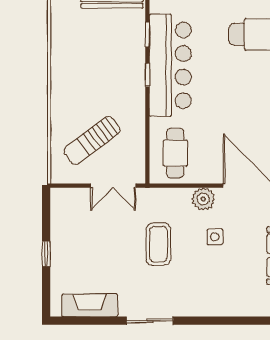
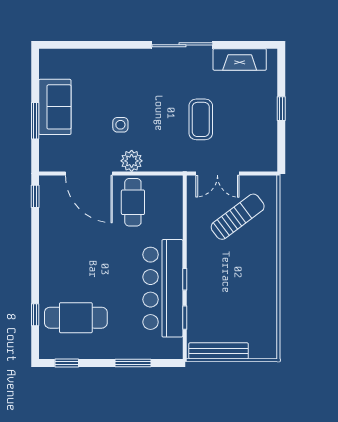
cafe table: (175, 153) -> (133, 202), moved
double door: (113, 186) -> (217, 174), swing flipped
coffee table: (158, 244) -> (201, 119), moved
sliding door: (150, 321) -> (182, 45), width x1.37

